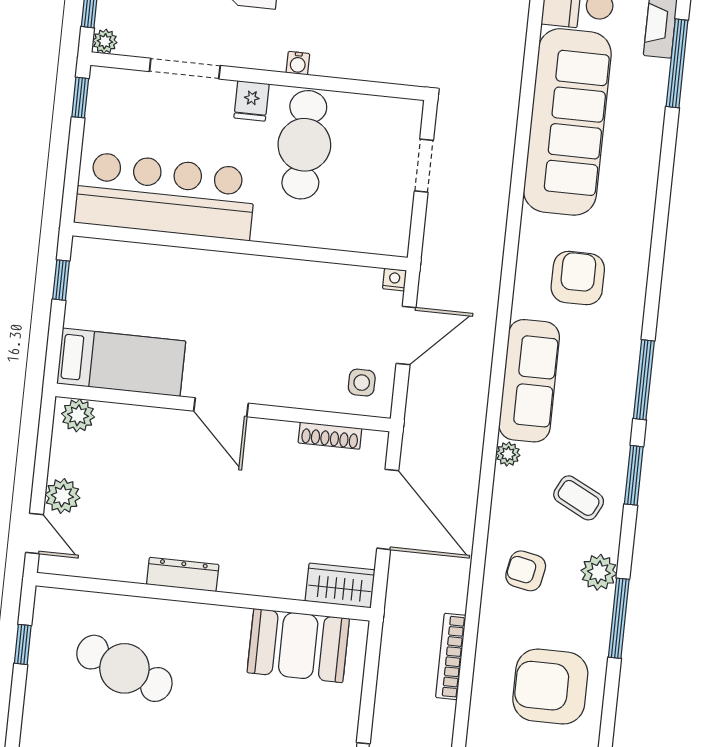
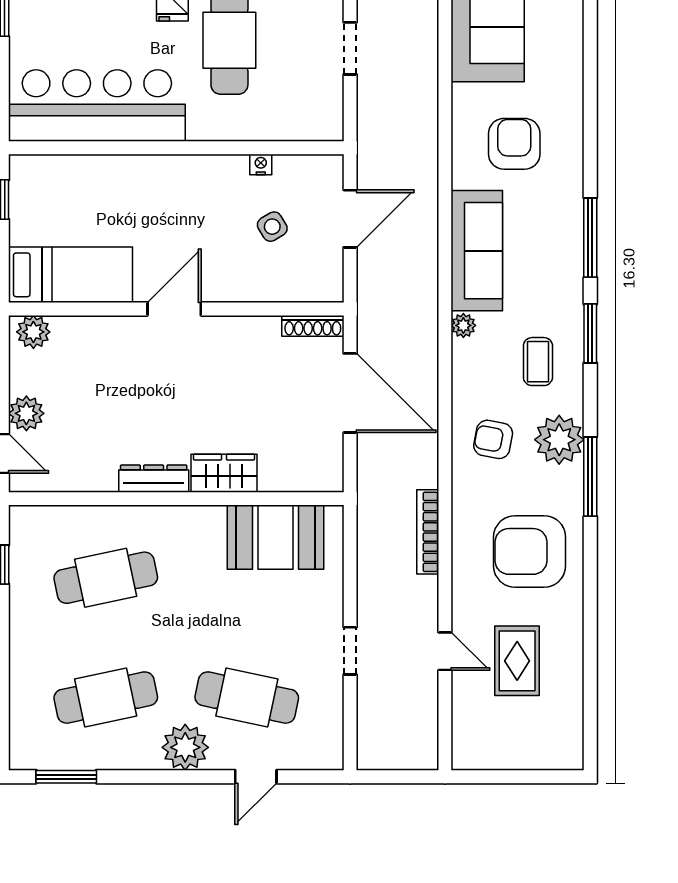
nightstand: (394, 280) -> (261, 164), moved
side table: (362, 383) -> (272, 227), moved, turned -31
door: (221, 407) -> (174, 309), swing flipped
shoe rack: (330, 436) -> (313, 326), moved
coffee table: (579, 498) -> (538, 362), turned 63
plant: (599, 572) -> (559, 440), width x1.36, depth x1.36
wardrobe: (340, 585) -> (224, 473), moved
cafe table: (124, 668) -> (106, 578), turned -33

